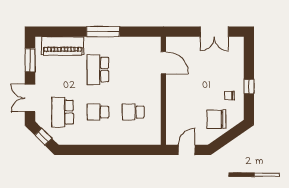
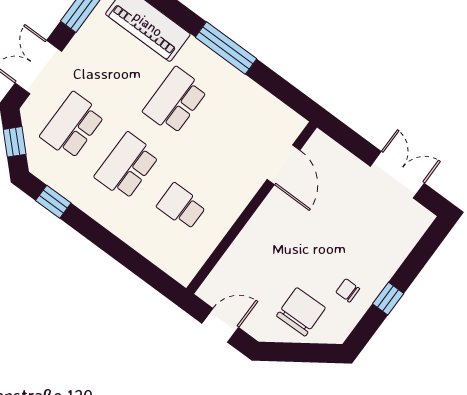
double door: (214, 32) -> (397, 175), swing flipped
school desk: (98, 112) -> (127, 166), width x1.85
chair: (216, 119) -> (301, 312), turned 89
window: (78, 150) -> (53, 202), added

